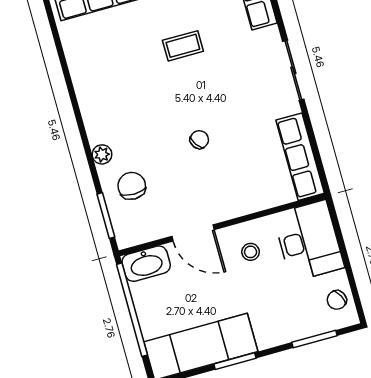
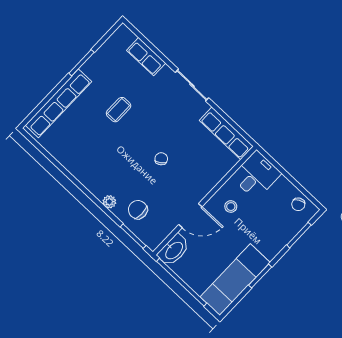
desk: (309, 241) -> (256, 175), width x0.73

